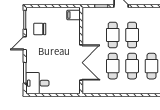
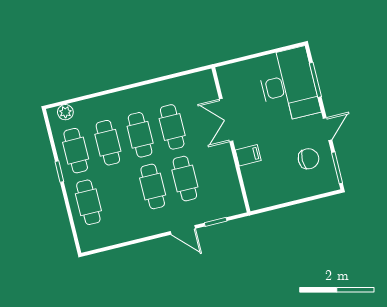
filing cabinet: (73, 15) -> (248, 155), moved
double door: (81, 63) -> (226, 120), width x0.73
desk: (37, 83) -> (288, 85), width x1.87, depth x1.30

